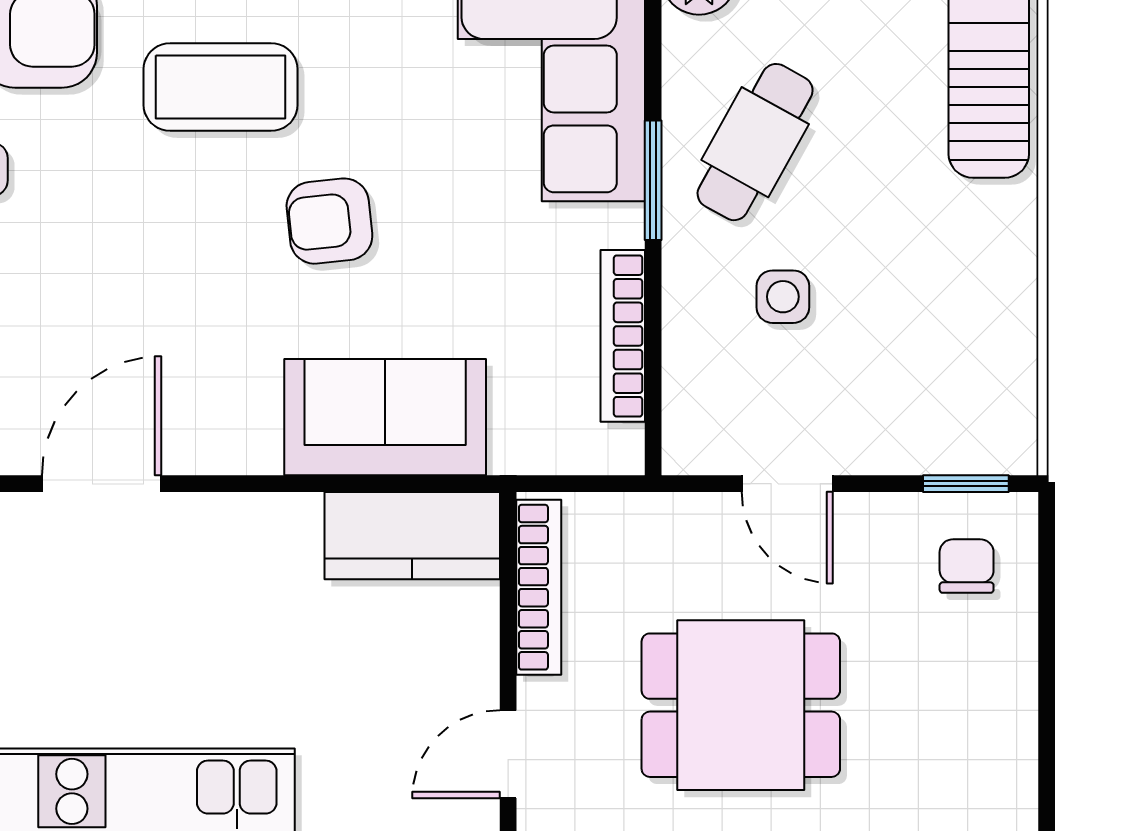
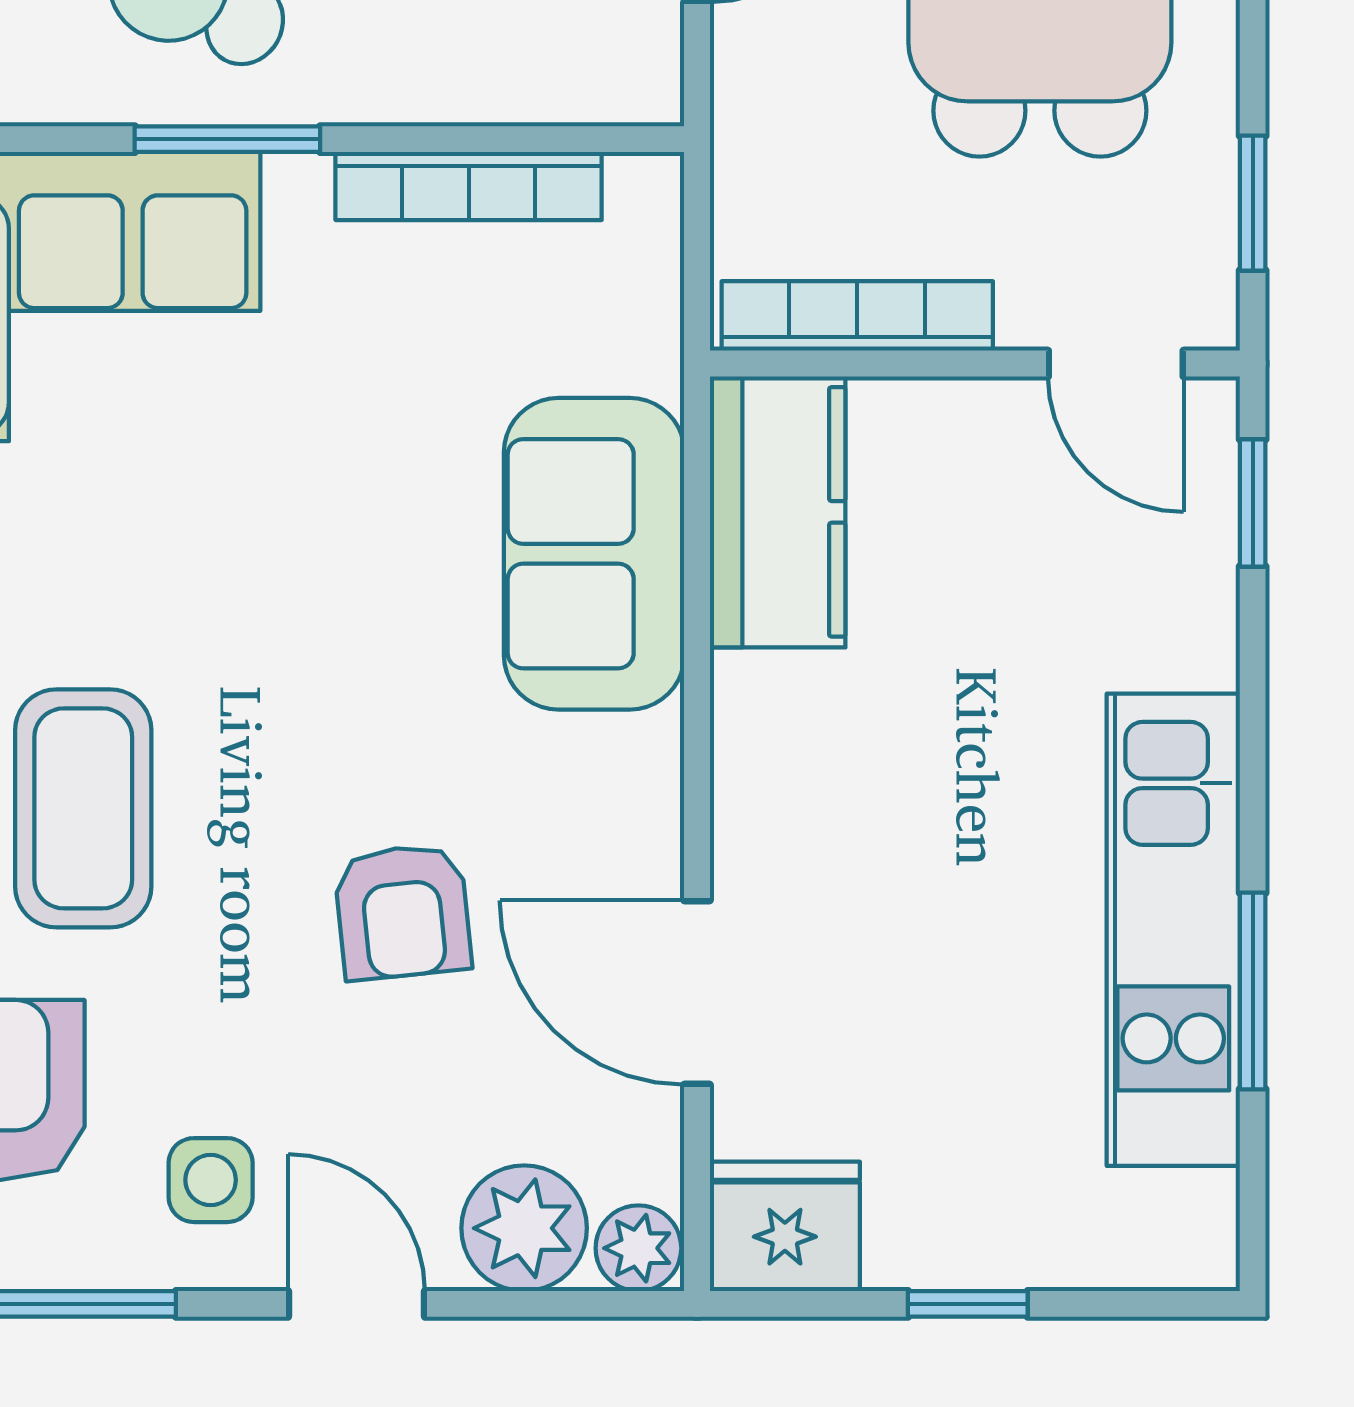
armchair: (329, 221) -> (403, 912), moved

